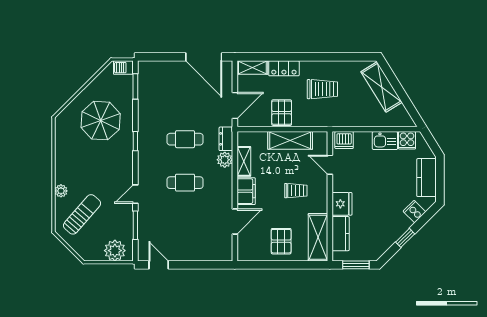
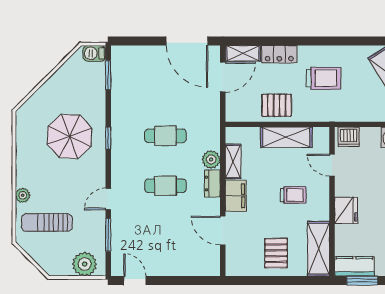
door: (235, 105) -> (223, 77), moved
pallet: (282, 113) -> (277, 105), turned 90
parasol: (101, 121) -> (70, 136), moved
dresser: (226, 139) -> (212, 184), moved
sun lounger: (82, 214) -> (47, 222), turned -131
door: (235, 222) -> (223, 231), swing flipped
kitchen counter: (341, 234) -> (354, 266), moved, turned -90

